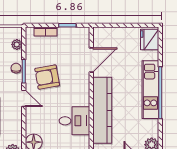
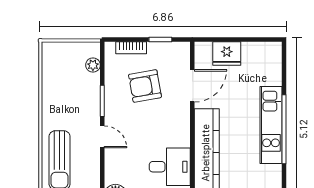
fridge: (150, 39) -> (227, 53), moved, turned -90
chair: (16, 68) -> (92, 96), removed
armchair: (47, 77) -> (145, 86), moved

